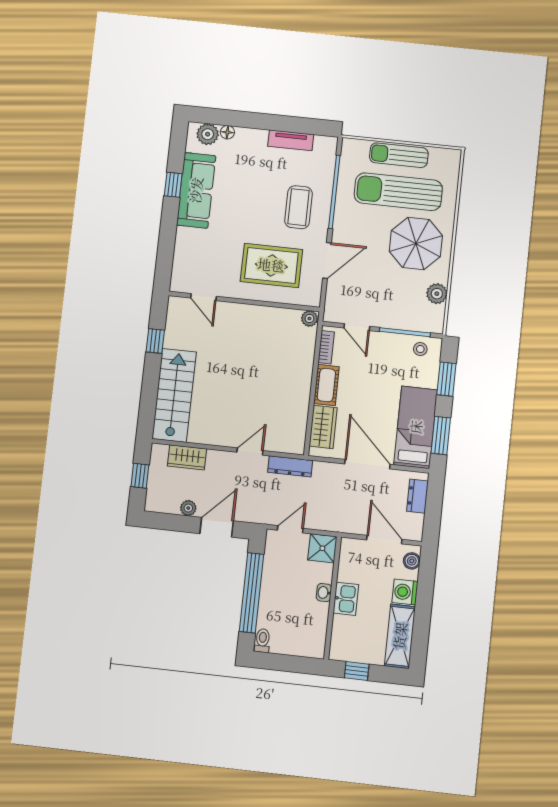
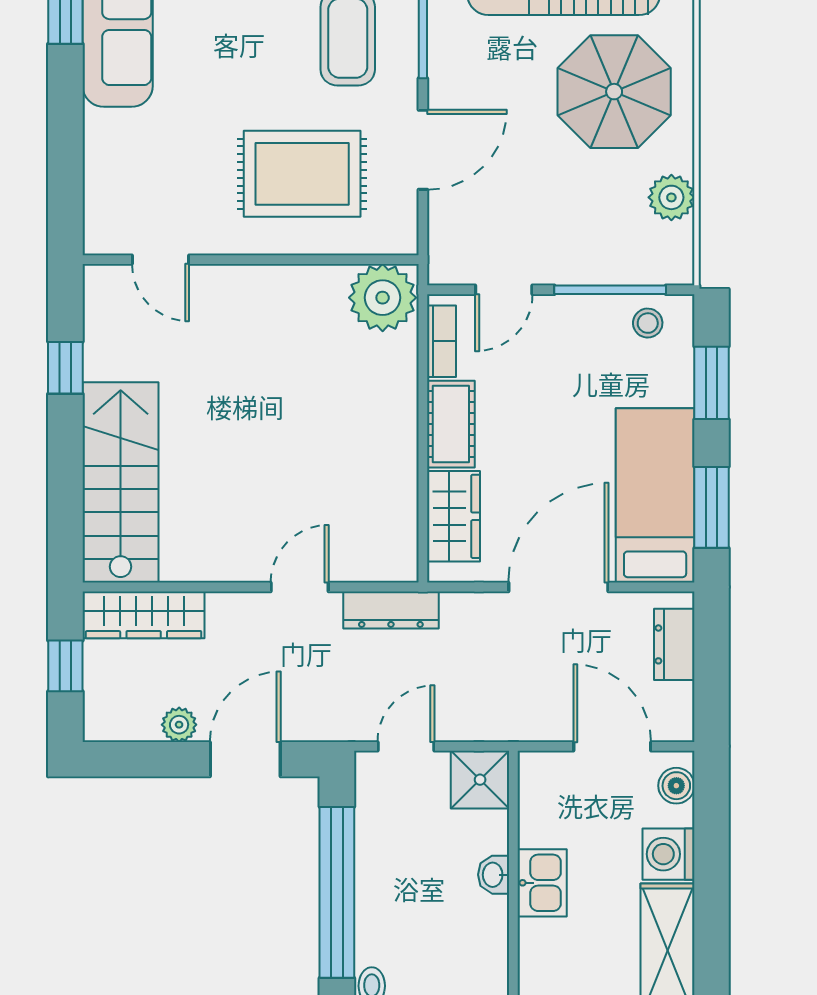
plant: (309, 318) -> (383, 298), width x1.88, depth x1.88
door: (357, 327) -> (504, 290), hinge flipped
wardrobe: (187, 457) -> (144, 615), width x1.50
door: (367, 464) -> (558, 587), hinge flipped

